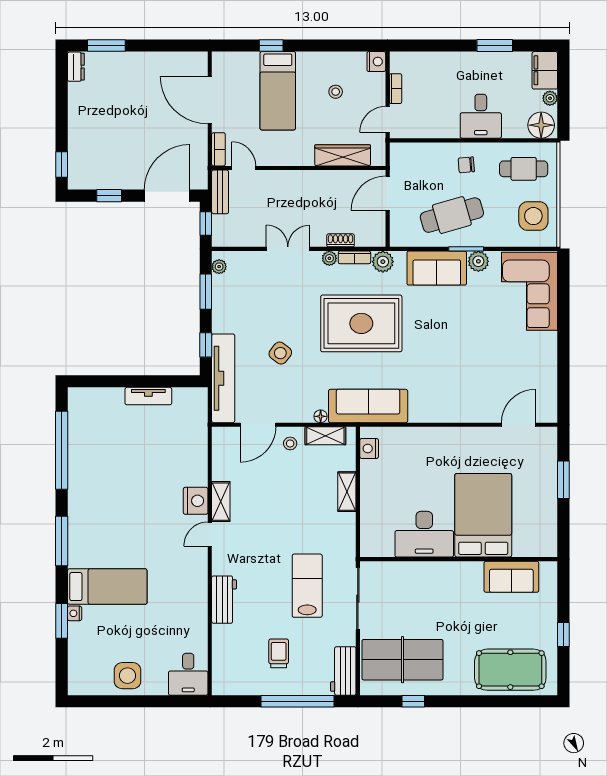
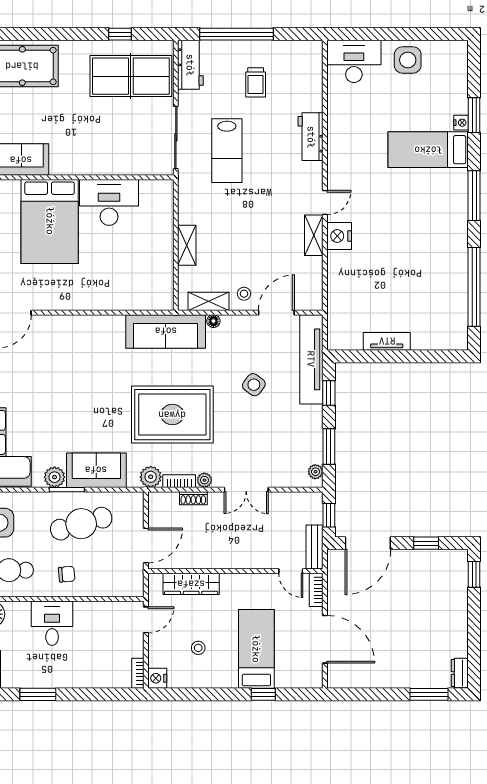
bookcase: (396, 89) -> (138, 673), moved
nightstand: (369, 449) -> (164, 289), removed
desk: (188, 674) -> (354, 61), width x1.37

